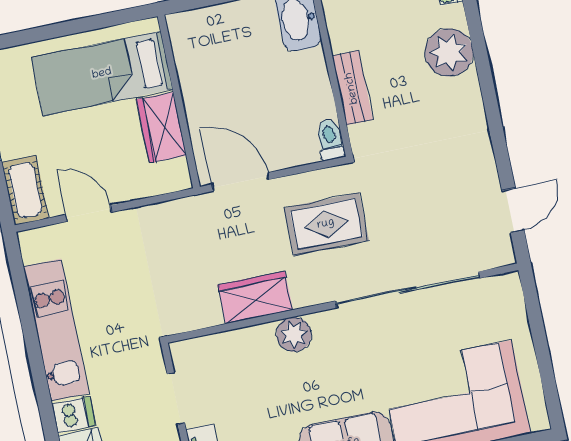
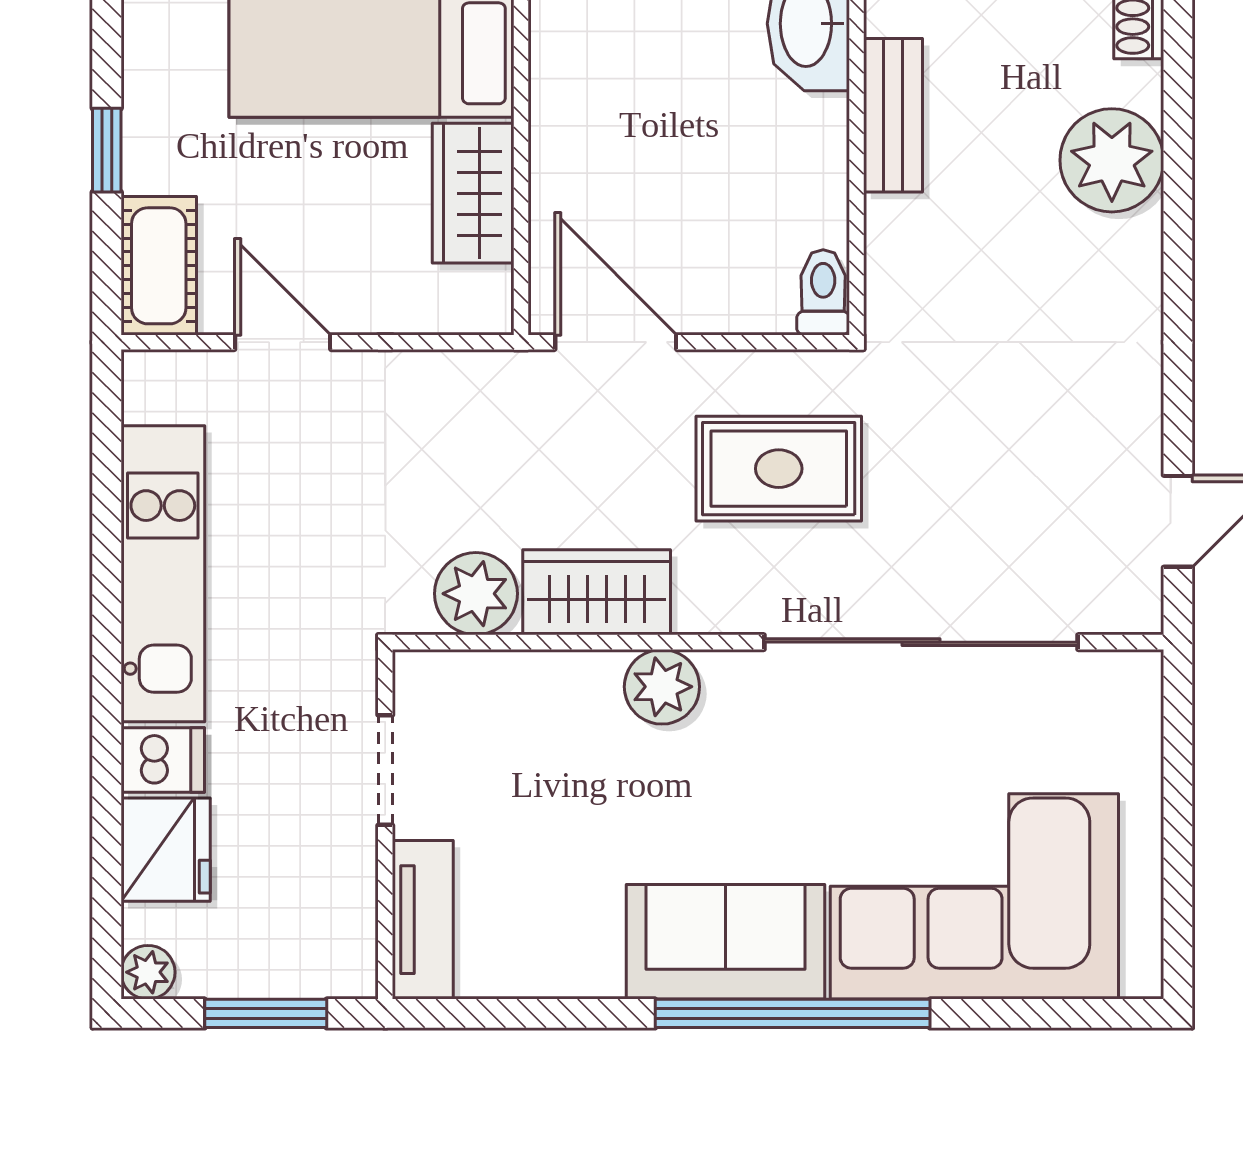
bench: (352, 88) -> (893, 115), moved
plant: (200, 309) -> (476, 594), added

